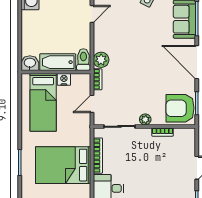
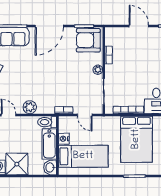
shower: (34, 24) -> (17, 164), added
plant: (101, 60) -> (30, 107), moved
armchair: (180, 108) -> (88, 40), turned 90

